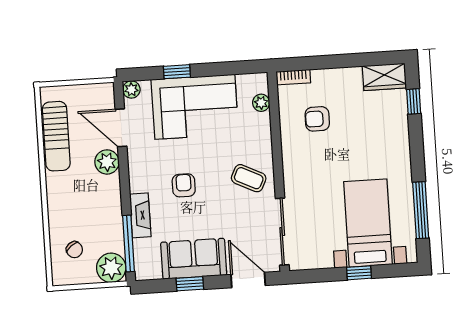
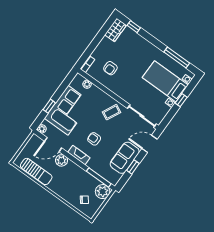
fireplace: (140, 215) -> (79, 155), moved

